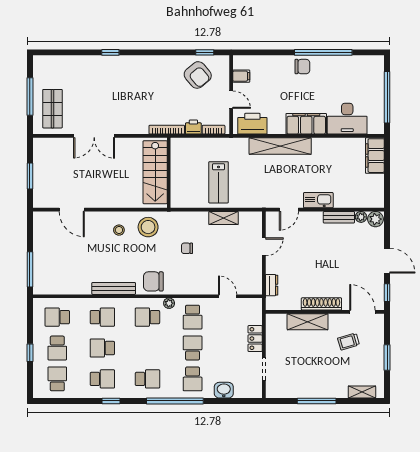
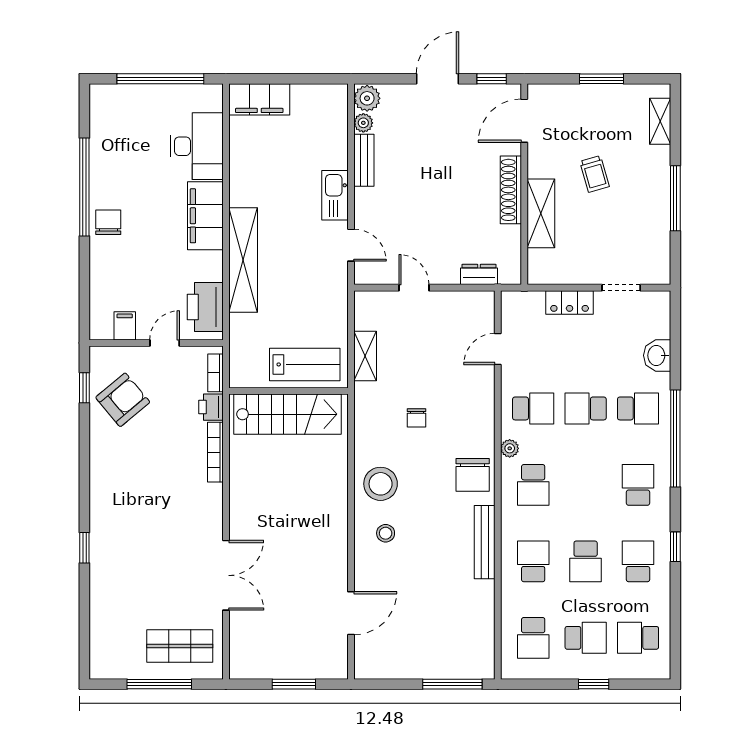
stairs: (155, 172) -> (288, 414), moved
wall: (169, 173) -> (288, 391), moved
trolley: (349, 342) -> (595, 174), moved

